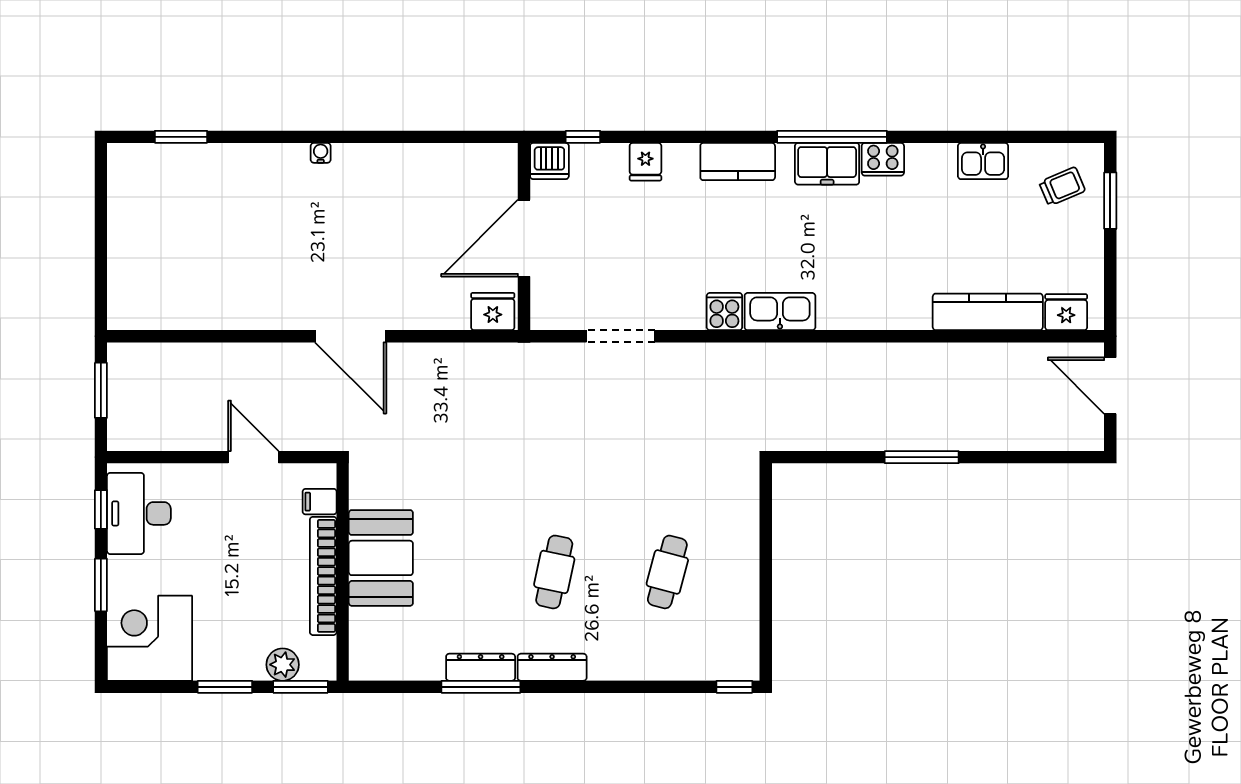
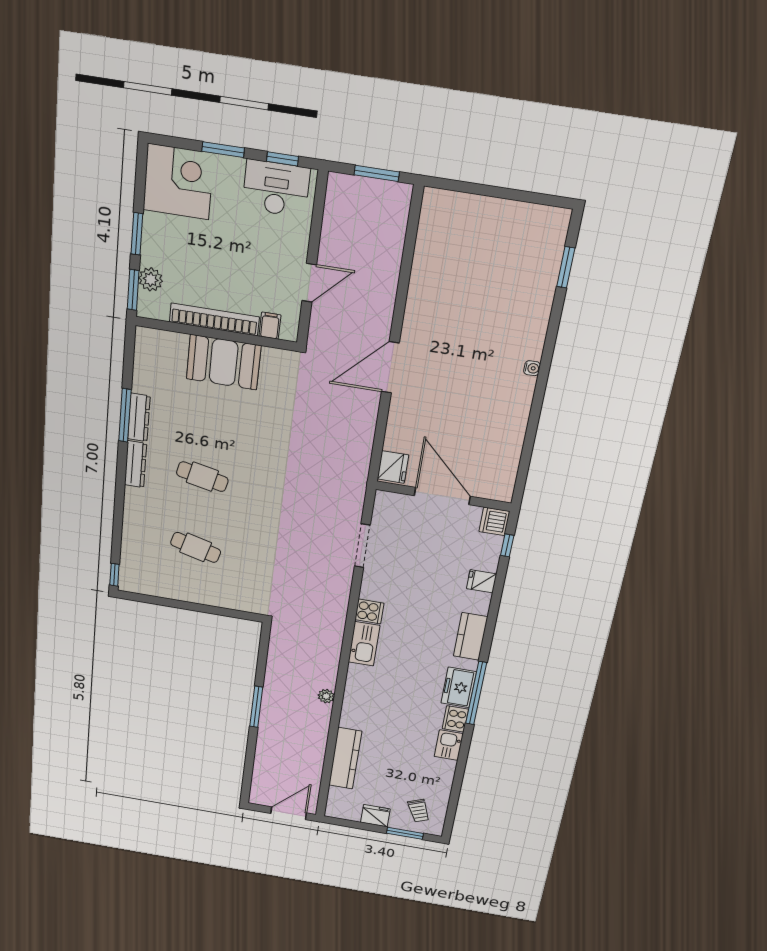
kitchen sink: (983, 161) -> (449, 745), moved
fridge: (1066, 312) -> (375, 816), moved, turned -90
plant: (881, 355) -> (326, 696), added

